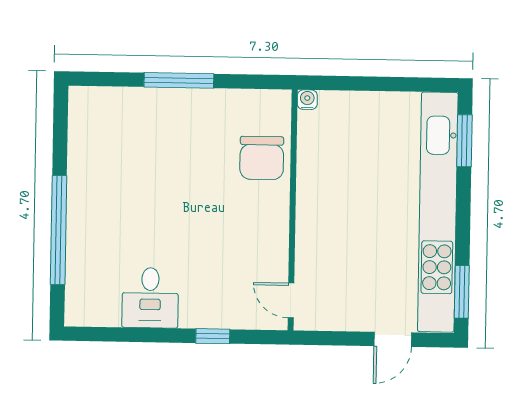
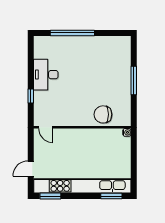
desk: (150, 298) -> (46, 75), width x1.37
door: (291, 300) -> (46, 127), swing flipped
door: (393, 339) -> (31, 169), hinge flipped

